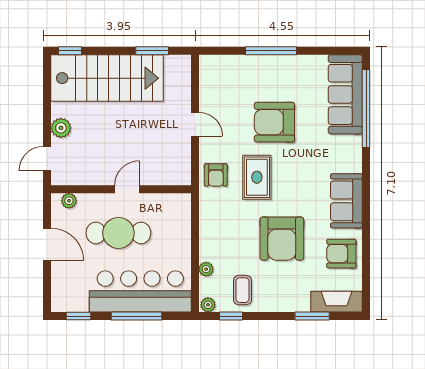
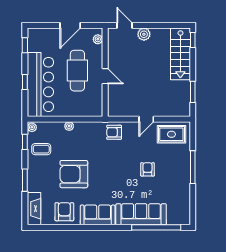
stairs: (107, 78) -> (180, 54), width x0.73, depth x0.66
sofa: (345, 94) -> (141, 214), moved
armchair: (274, 122) -> (148, 169), width x0.53, depth x0.53
rug: (257, 177) -> (171, 134), moved
plant: (206, 269) -> (69, 126), moved
window: (137, 316) -> (25, 82), width x0.46
window: (312, 316) -> (25, 180), moved

